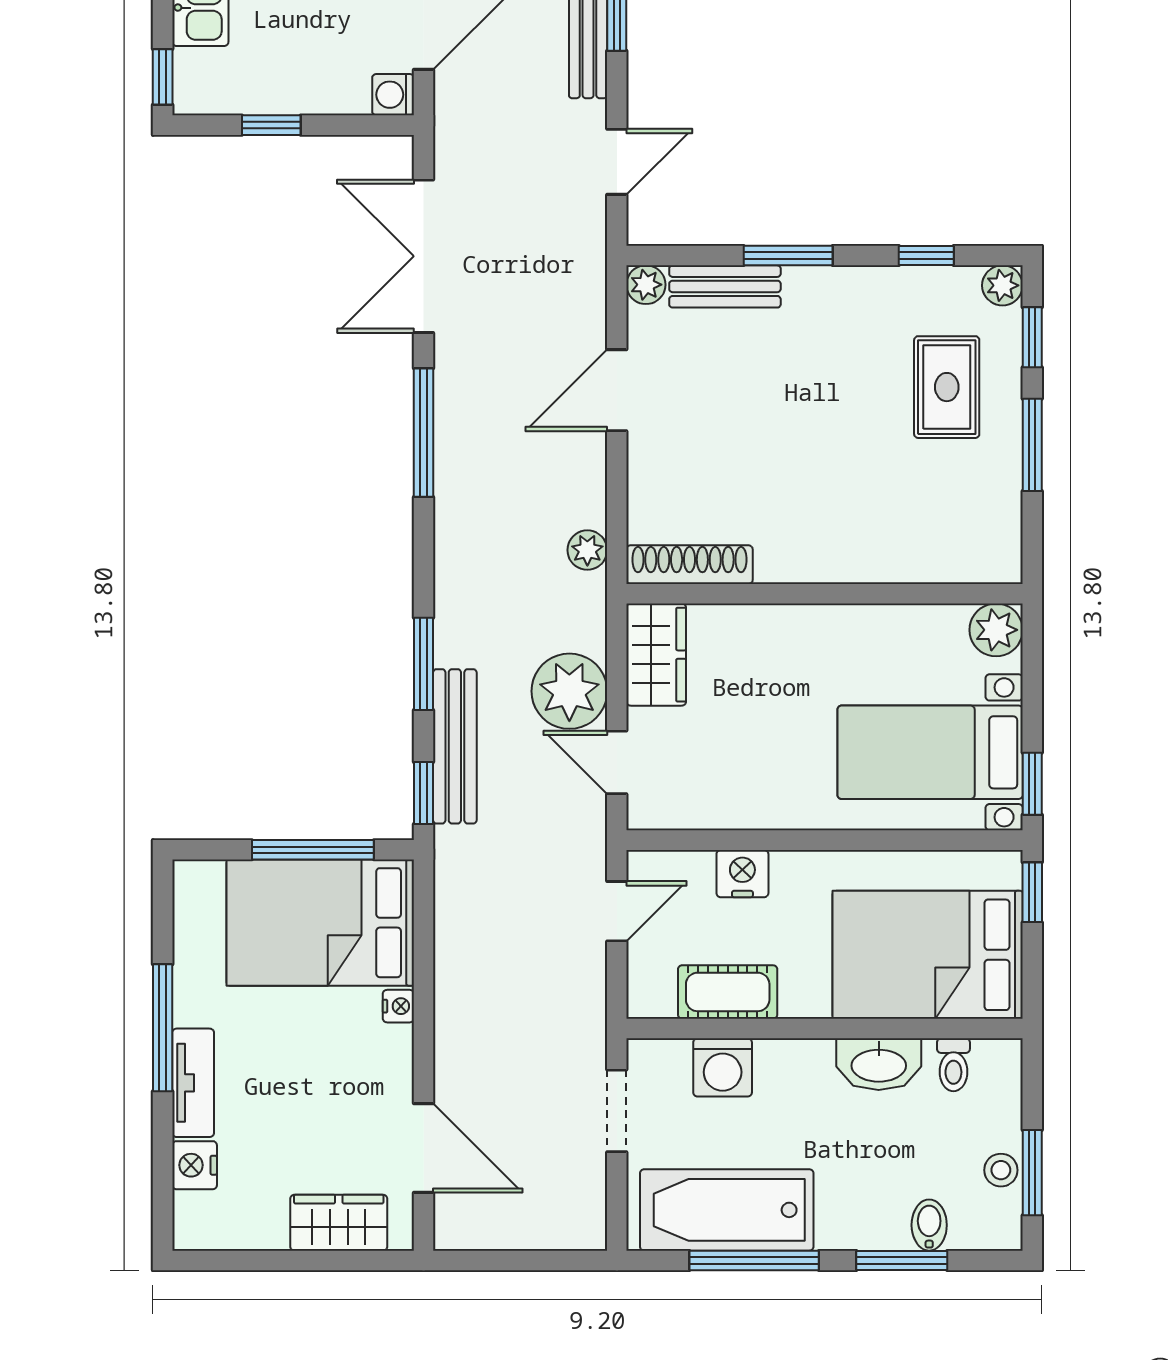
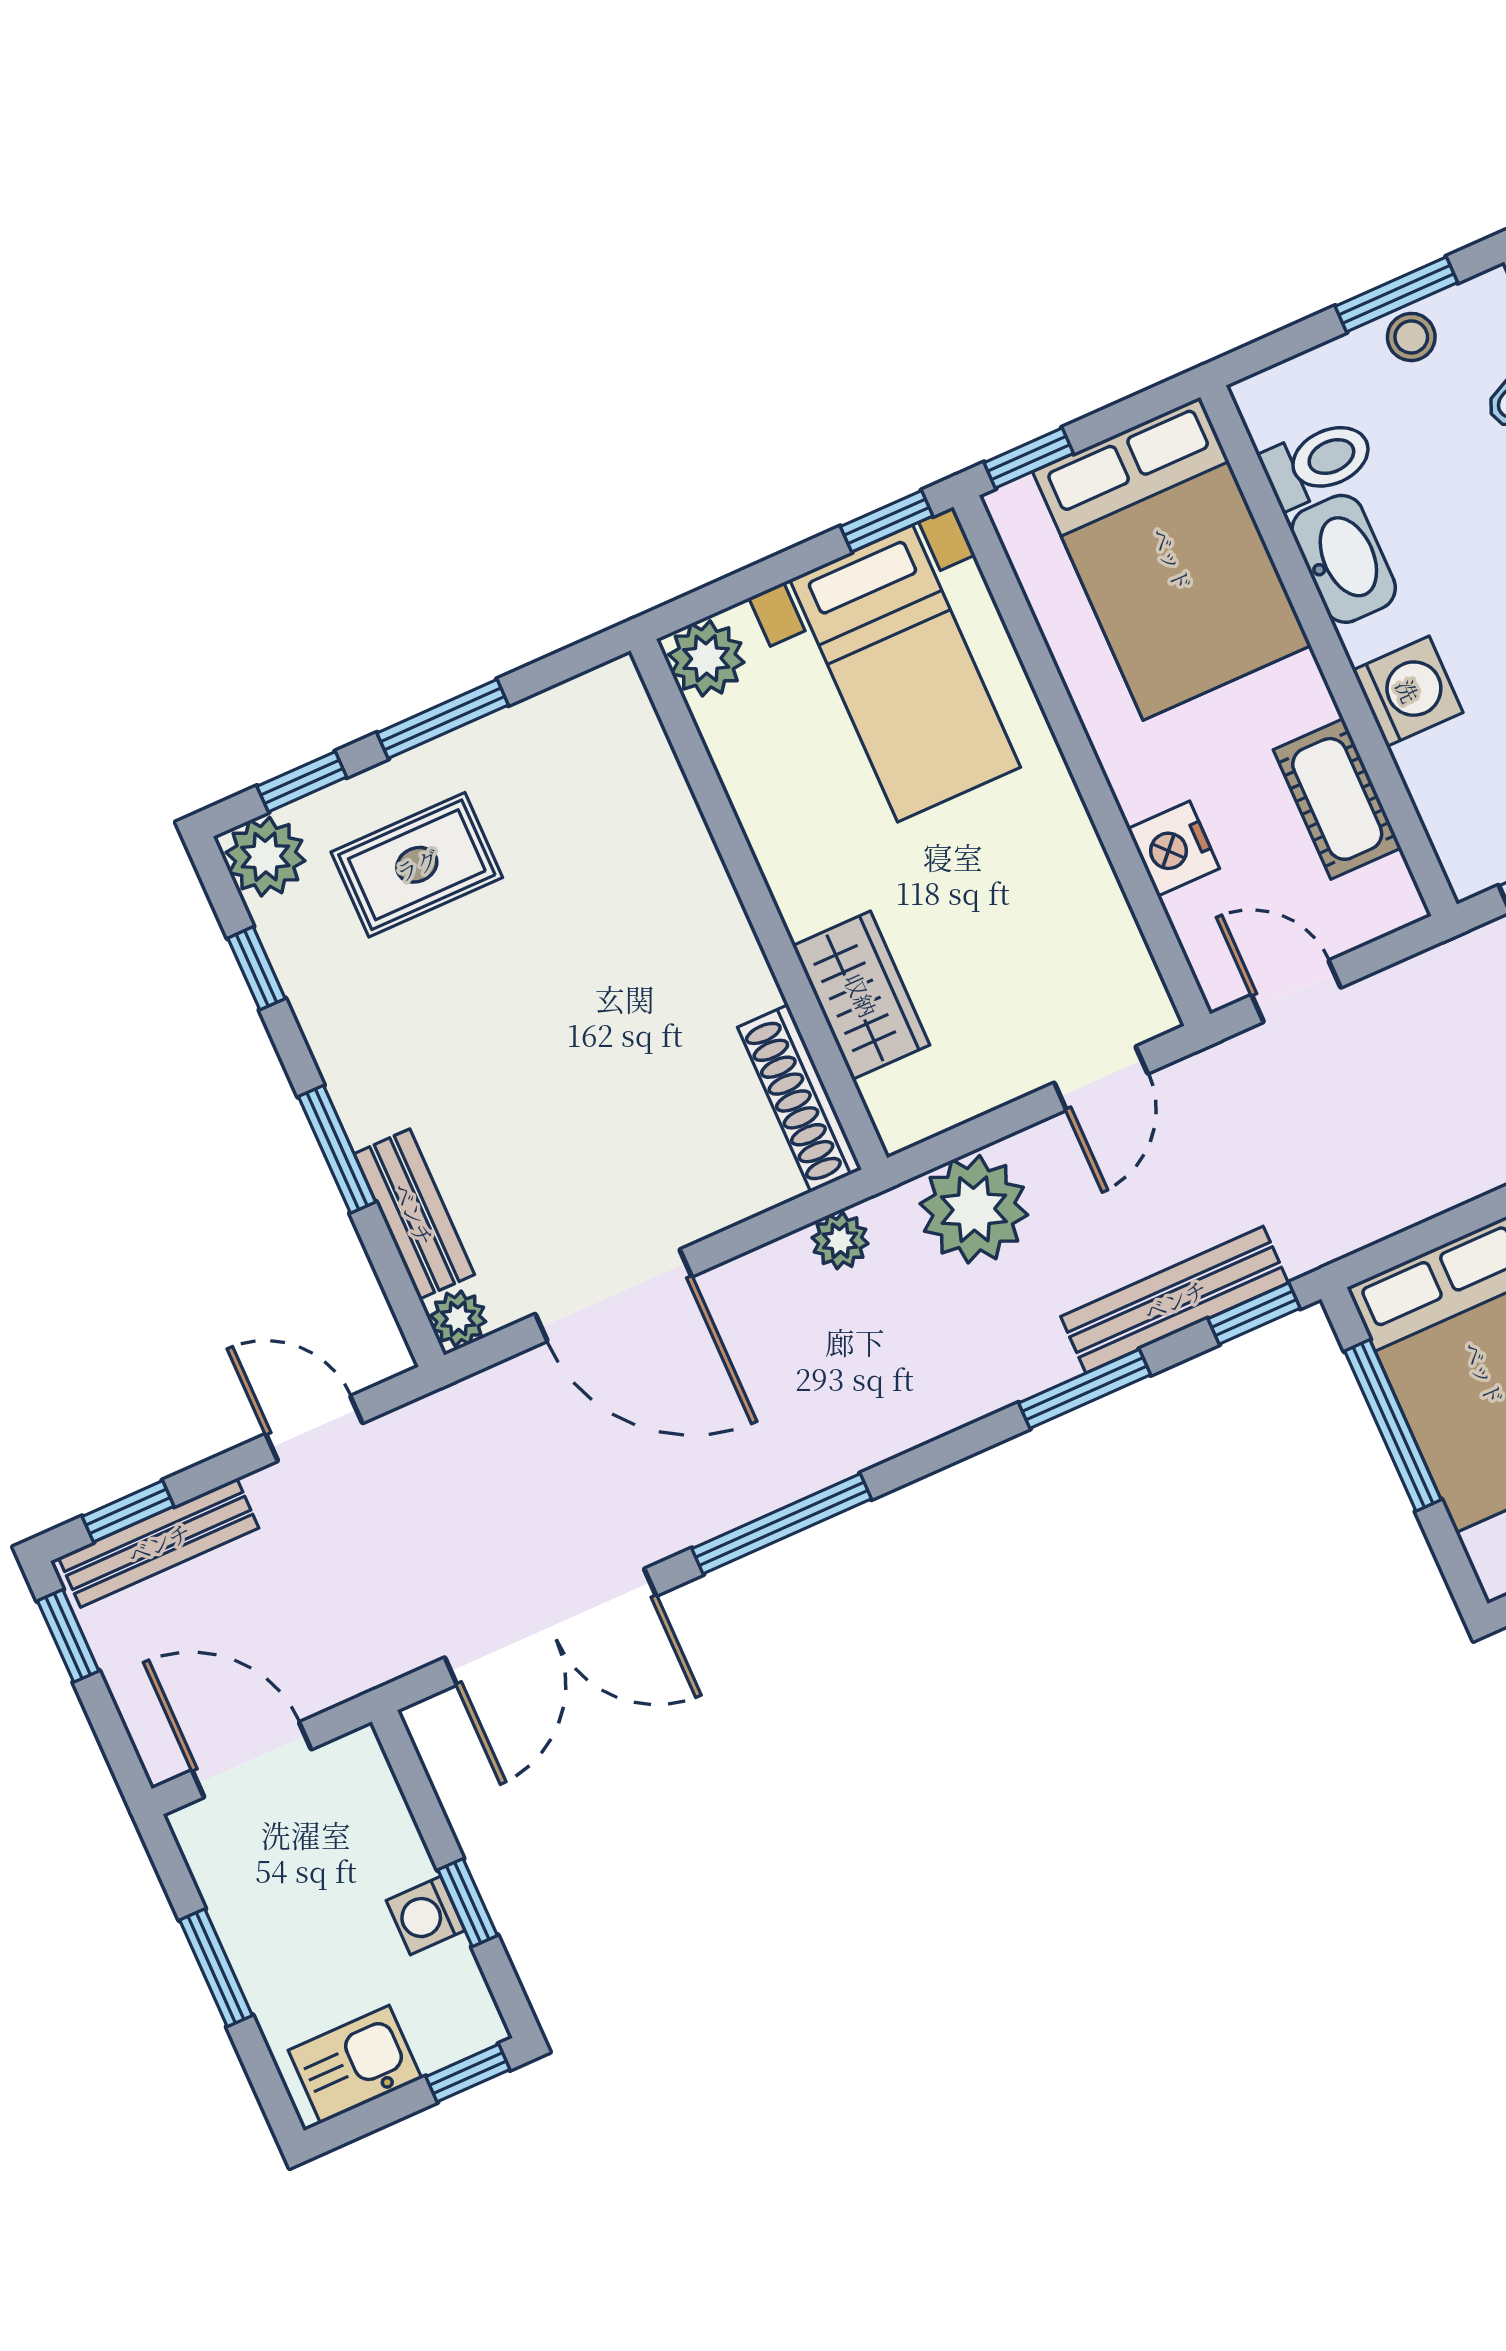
washing machine: (393, 95) -> (426, 1916), moved, turned 90
plant: (1002, 285) -> (265, 857), width x1.38, depth x1.38
door: (617, 390) -> (613, 1295), width x1.36
wardrobe: (656, 655) -> (861, 995), moved, turned 90
plant: (569, 691) -> (974, 1209), moved
toilet: (953, 1065) -> (1318, 462), width x1.37, depth x1.39
washing machine: (723, 1067) -> (1408, 691), moved

